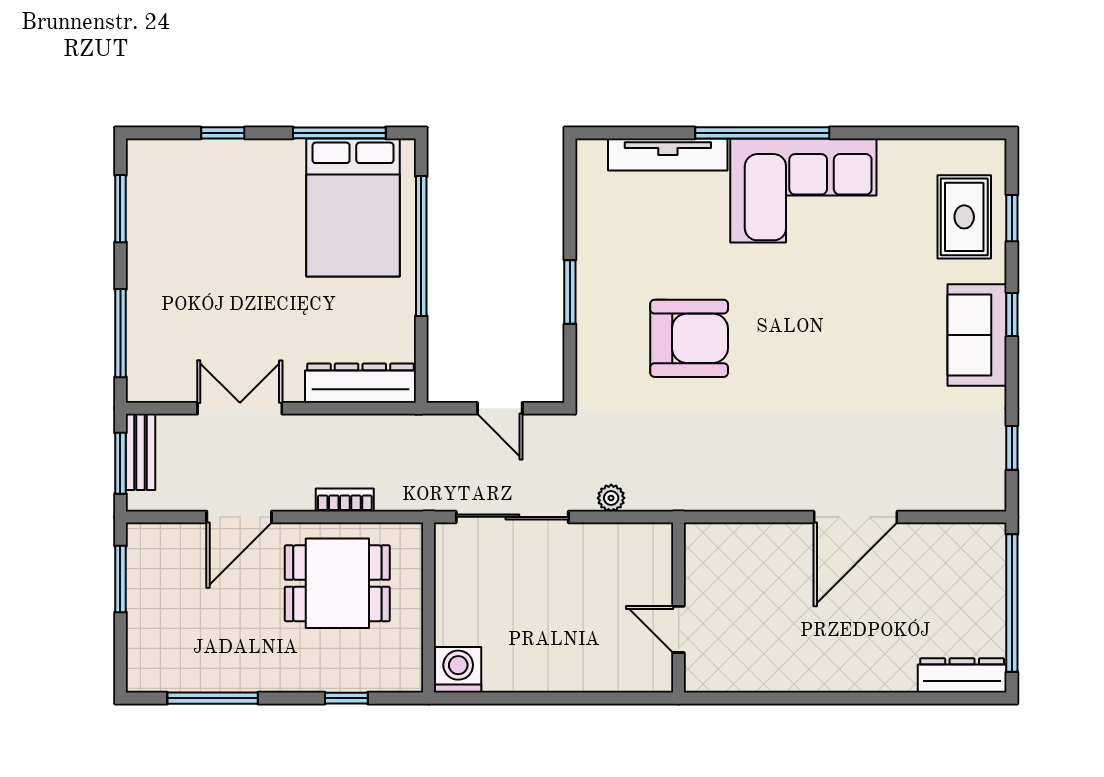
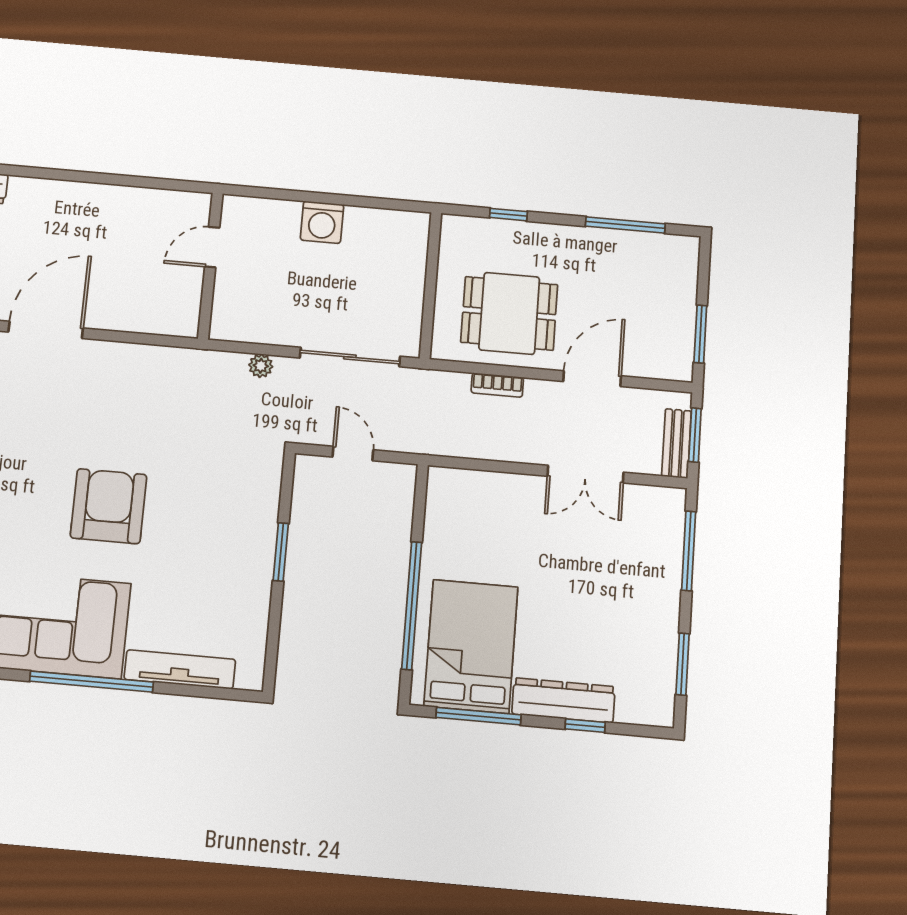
armchair: (689, 338) -> (109, 506), moved, turned 90
dresser: (360, 383) -> (563, 700), moved, turned 180
door: (679, 629) -> (212, 247), swing flipped
washing machine: (458, 670) -> (322, 222), moved

